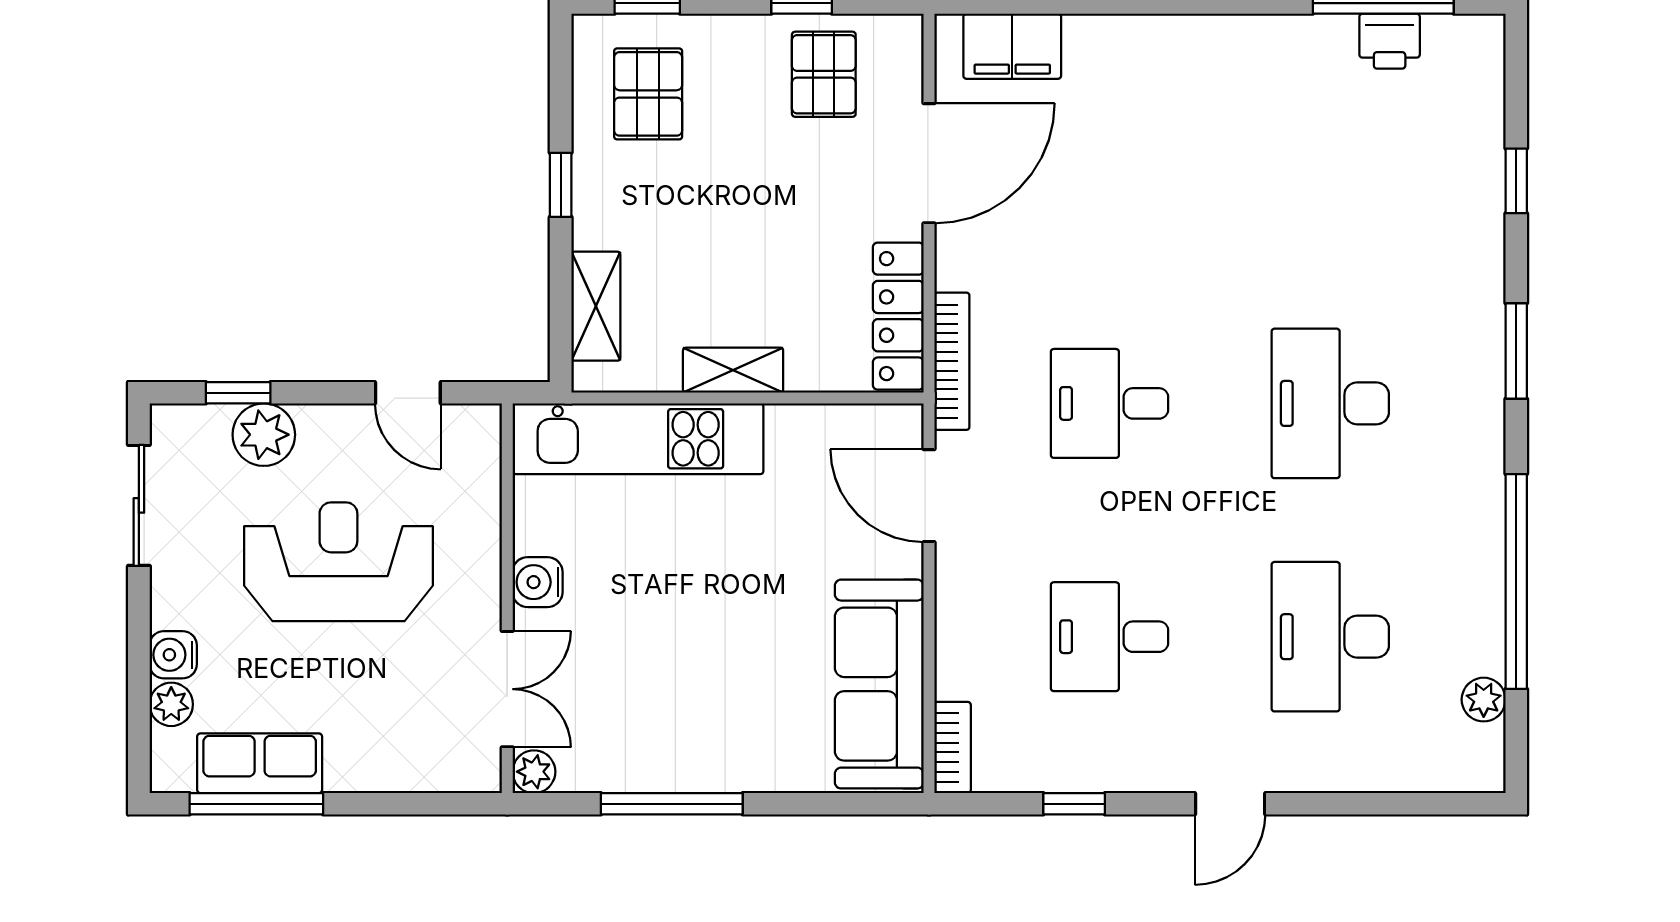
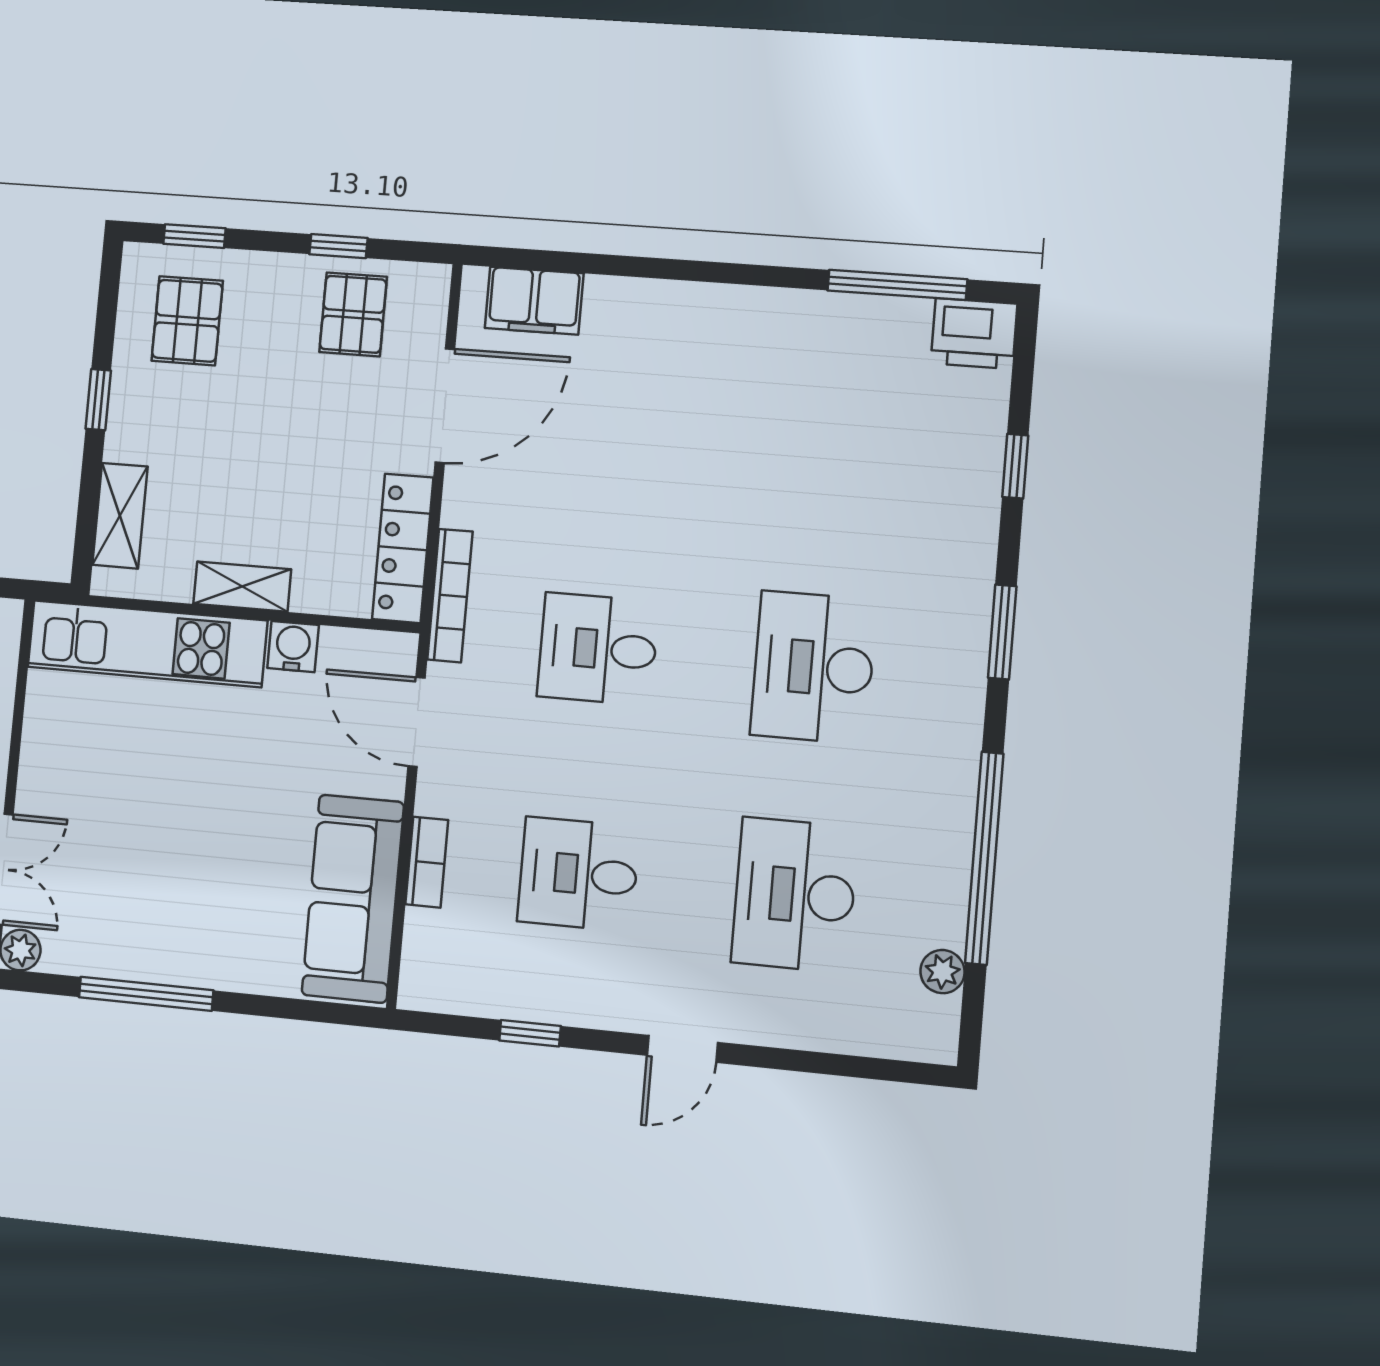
printer: (1390, 41) -> (974, 333), moved, width x1.36, depth x1.24
water cooler: (538, 582) -> (293, 647), moved, turned 90
bookcase: (953, 748) -> (427, 862), moved

